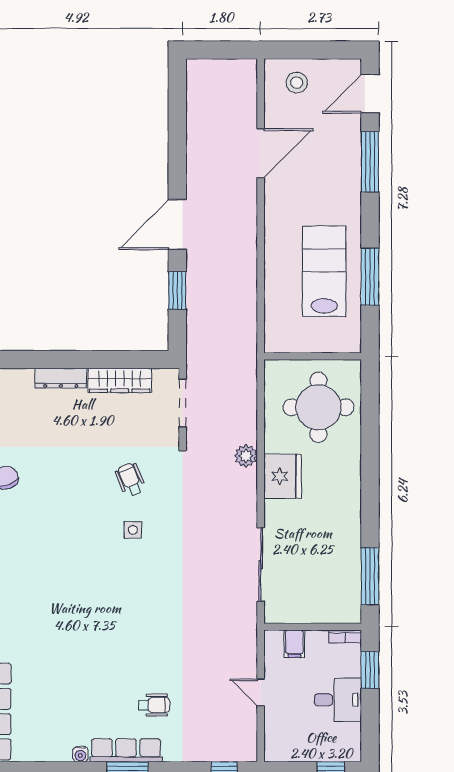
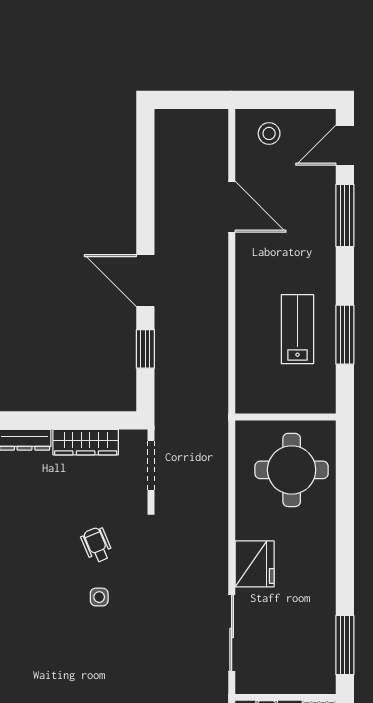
door: (261, 153) -> (232, 207), hinge flipped
door: (177, 225) -> (145, 281), hinge flipped
lab bench: (324, 271) -> (297, 329), width x0.73, depth x0.72
plant: (246, 456) -> (216, 520), removed
fridge: (283, 476) -> (255, 564), moved

